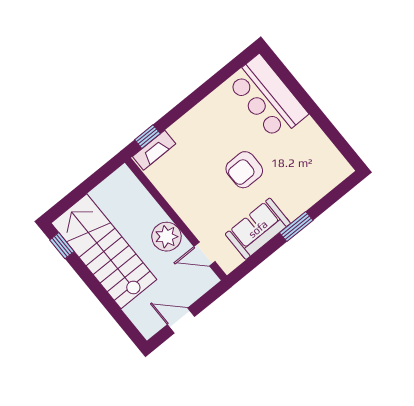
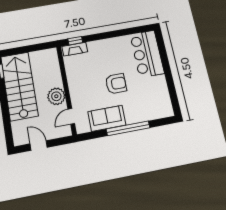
armchair: (244, 170) -> (116, 84), turned 180
window: (296, 227) -> (128, 128), width x2.11
door: (204, 254) -> (71, 116), hinge flipped

